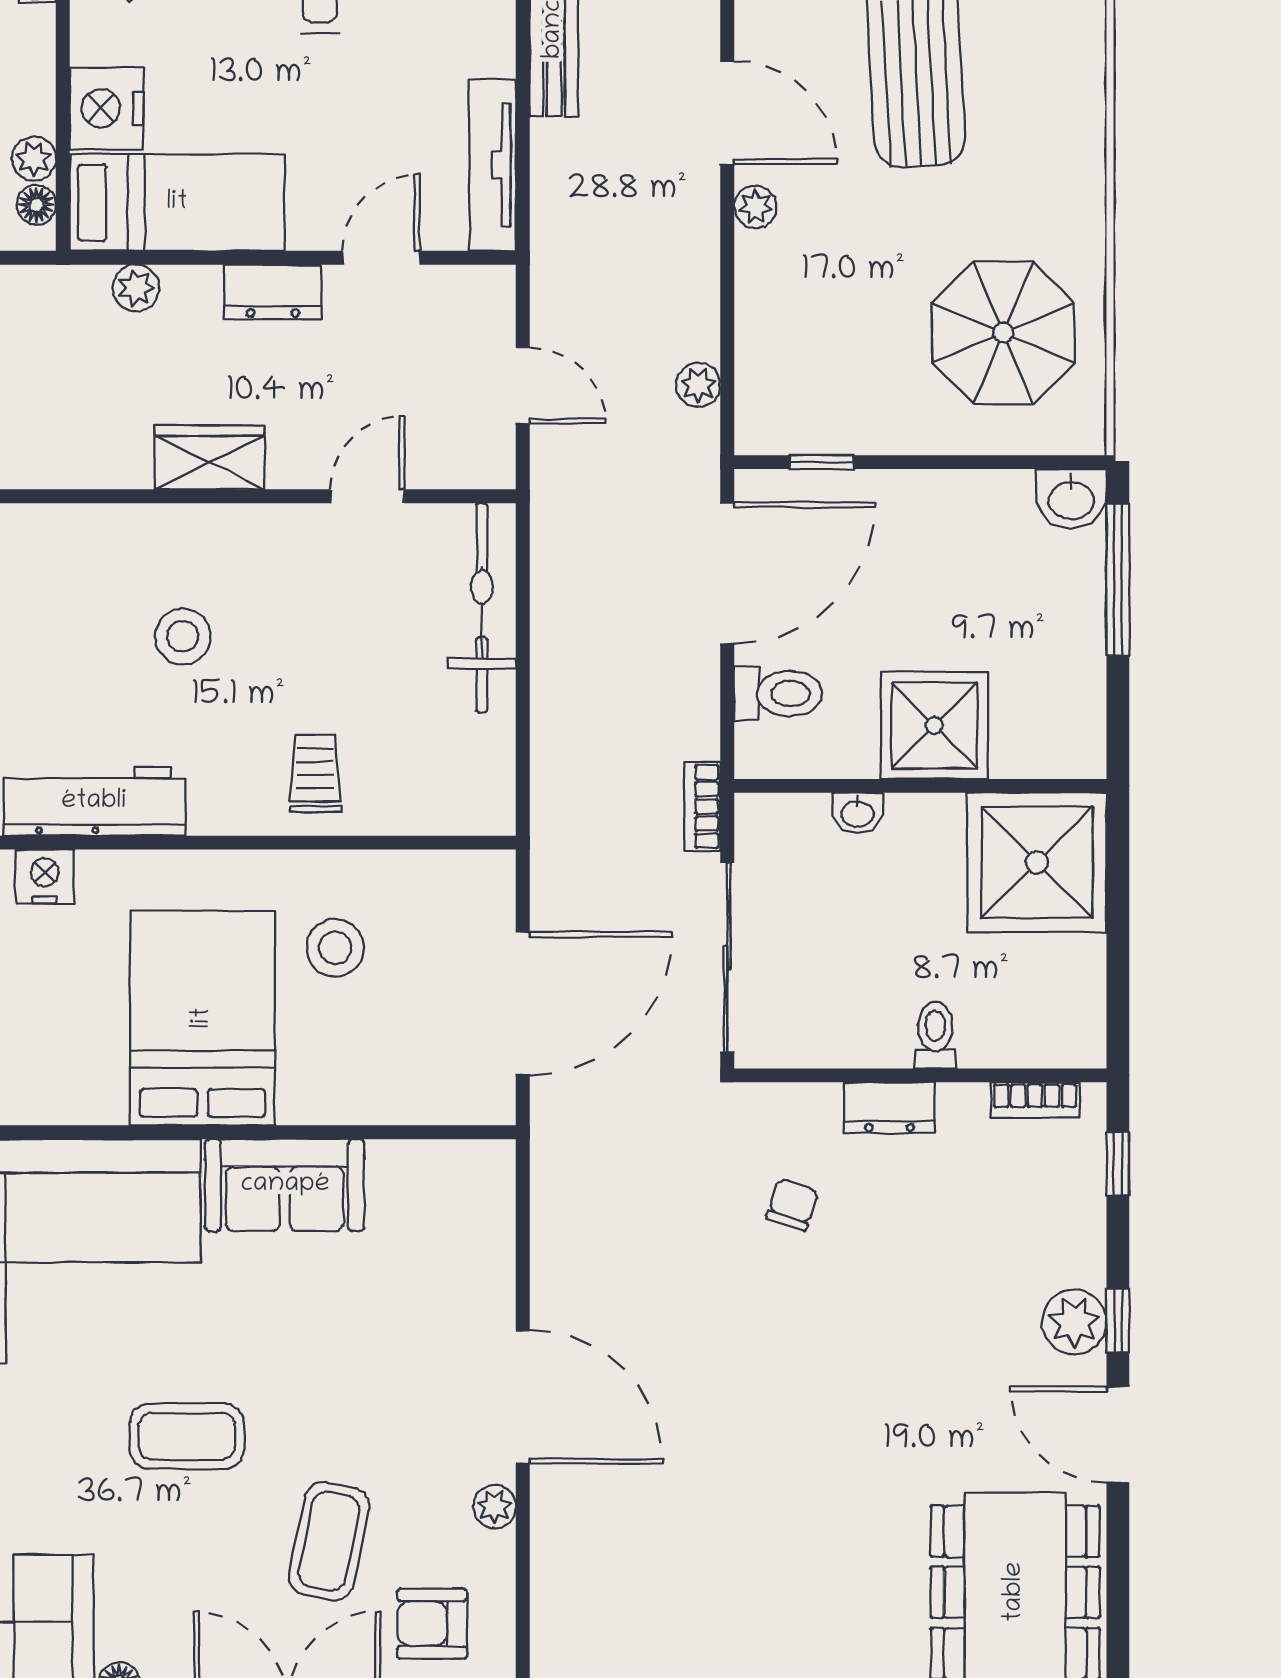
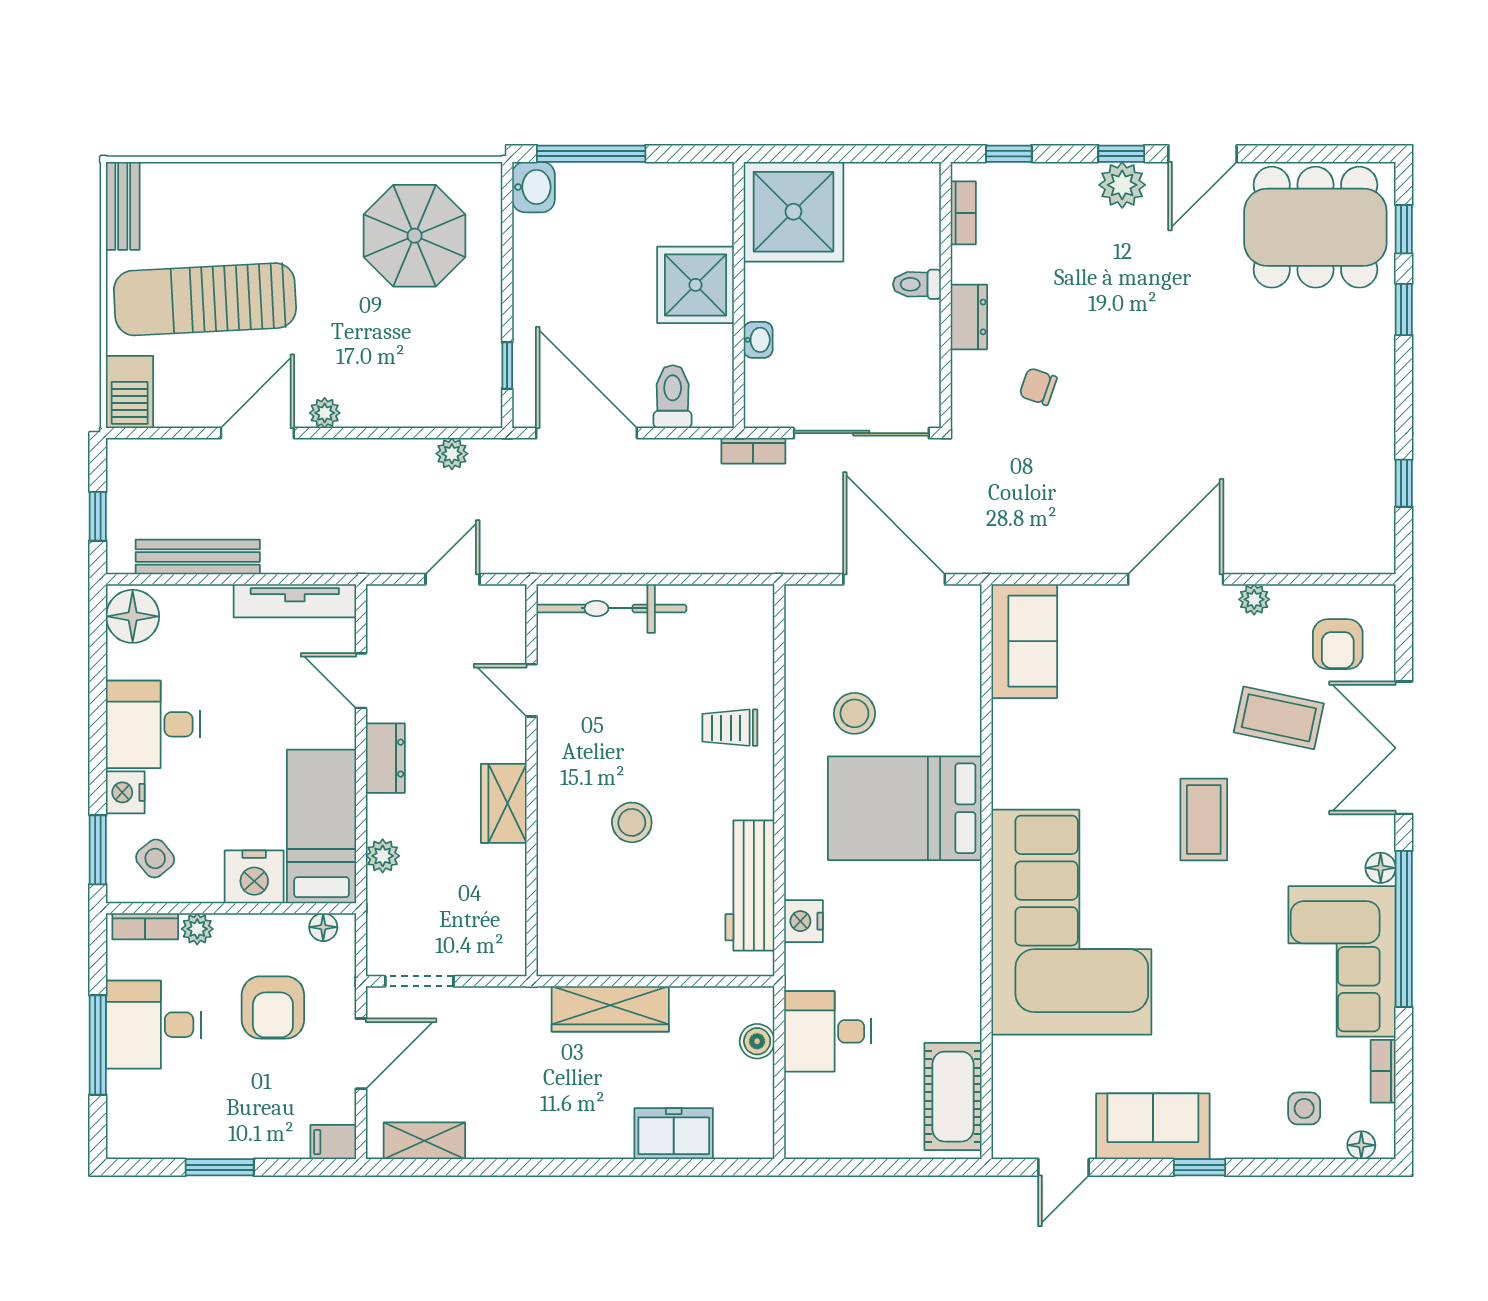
plant: (34, 159) -> (197, 929), moved
sofa: (285, 1185) -> (1024, 641), moved

